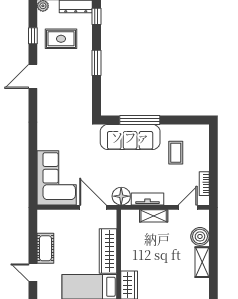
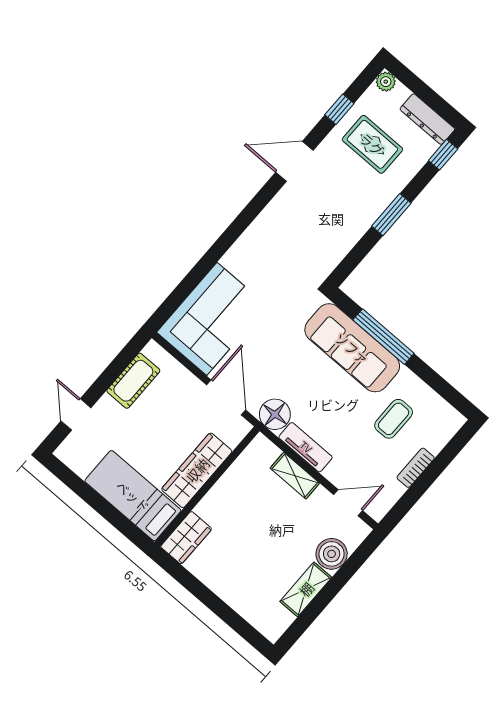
bookcase: (204, 184) -> (416, 468), moved
cot: (45, 248) -> (133, 381), moved

